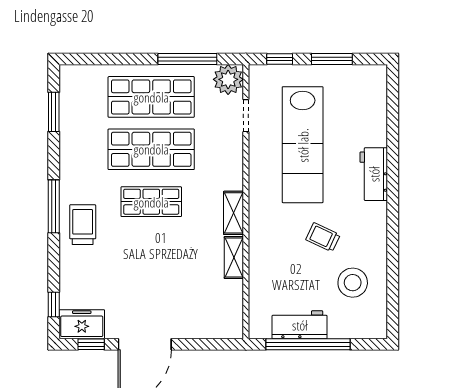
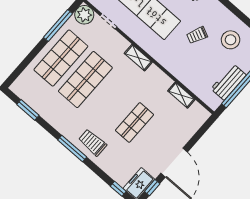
shop shelf: (151, 202) -> (134, 122), moved
shelving: (234, 213) -> (138, 58), moved
shelving: (234, 258) -> (181, 95), moved

